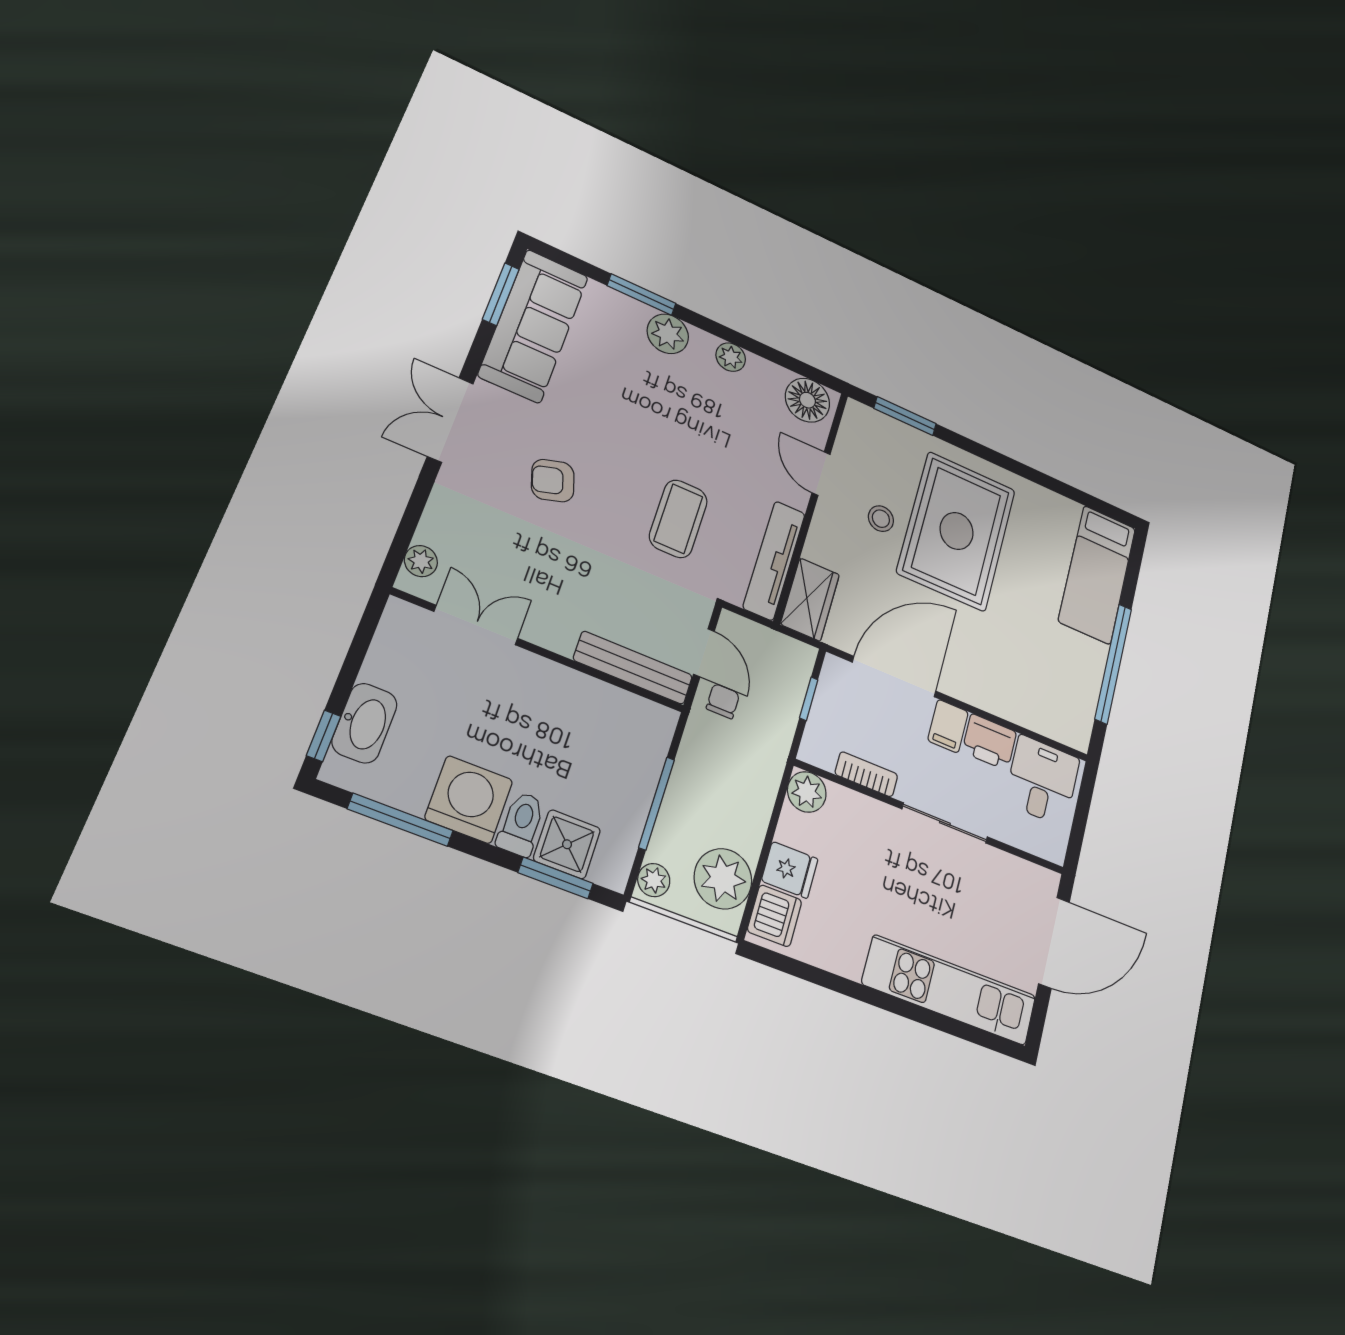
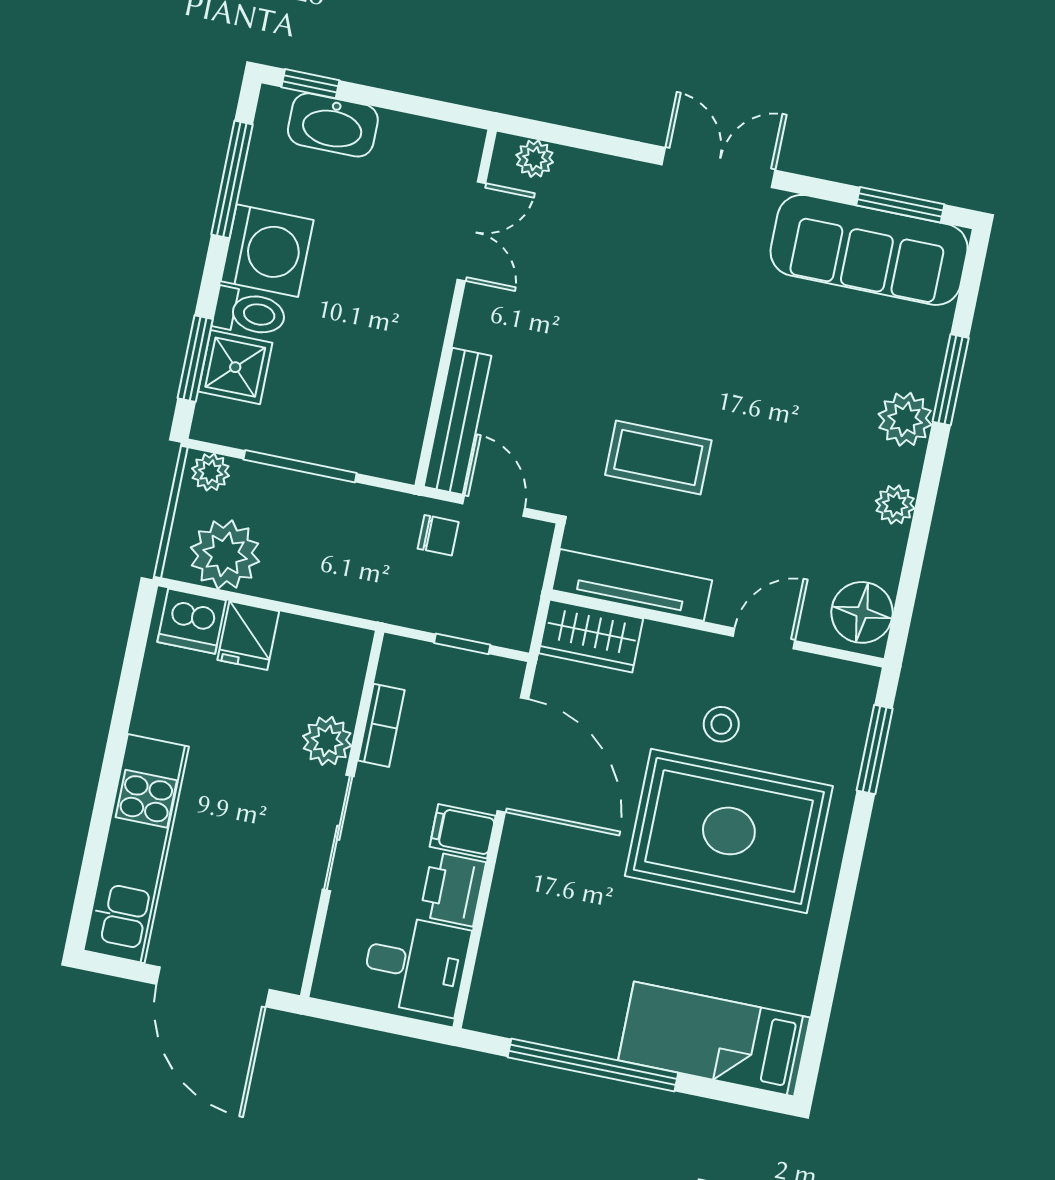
armchair: (553, 481) -> (671, 298), removed
door: (704, 653) -> (494, 506), swing flipped
plant: (807, 792) -> (327, 741), moved

